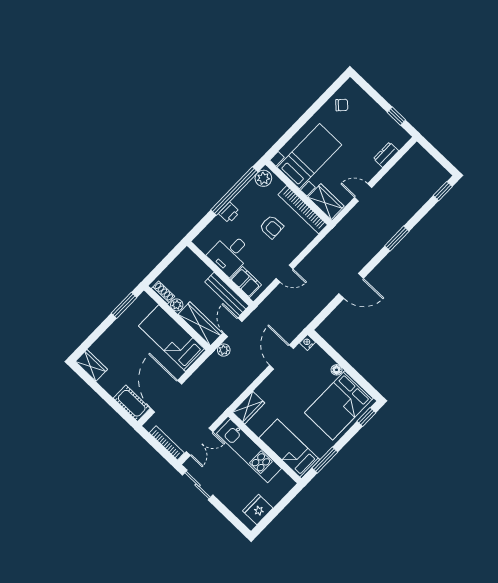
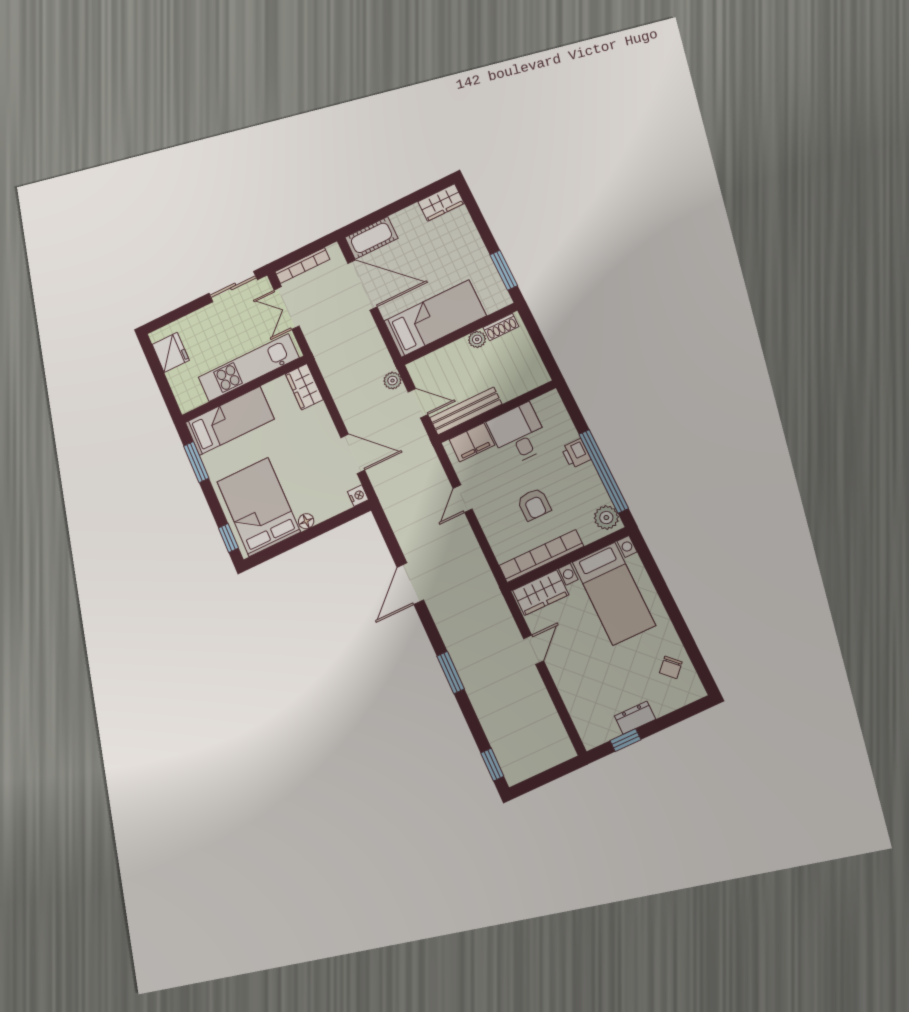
dresser: (386, 155) -> (635, 718), moved, turned -90
armchair: (272, 227) -> (534, 504), turned -88
wardrobe: (200, 324) -> (440, 362), removed

